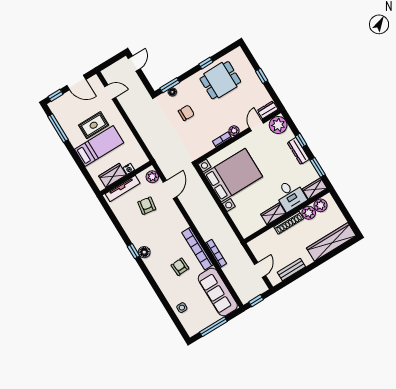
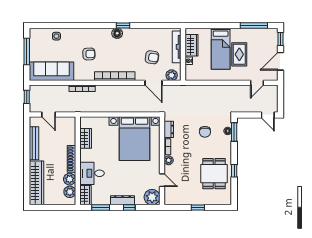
dresser: (268, 110) -> (169, 129), moved
wardrobe: (273, 214) -> (86, 138), moved
bookcase: (197, 249) -> (115, 76), moved
bench: (291, 270) -> (34, 143), width x1.36

